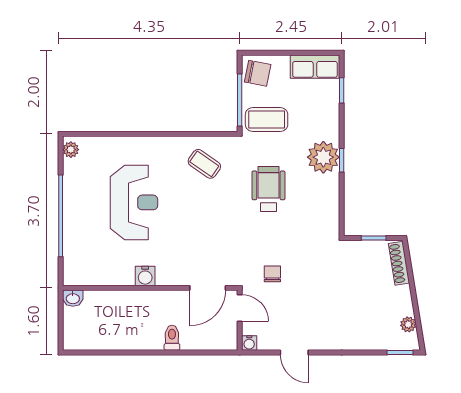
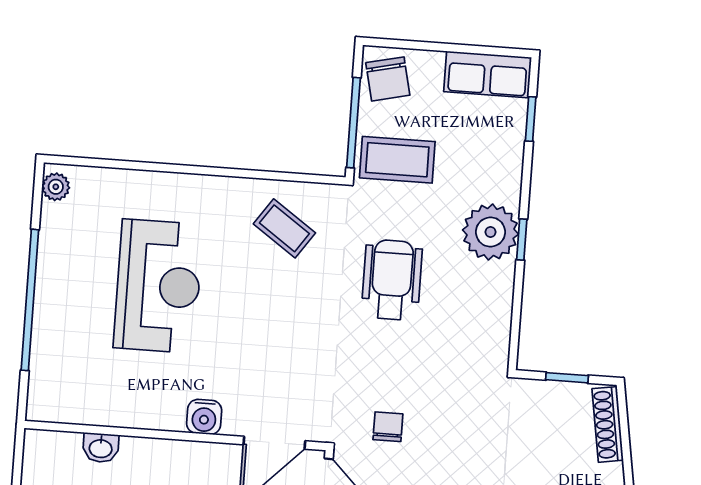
chair: (258, 73) -> (388, 79), turned 66
water cooler: (145, 276) -> (204, 417), moved
washbasin: (73, 298) -> (101, 448), moved

